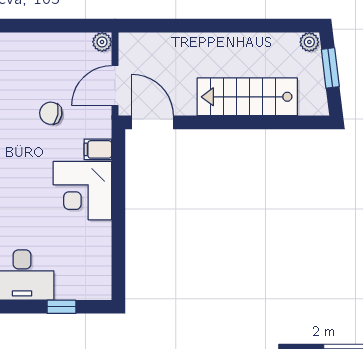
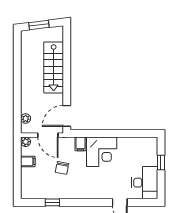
plant: (309, 42) -> (26, 119), moved
filing cabinet: (63, 46) -> (28, 161), added

